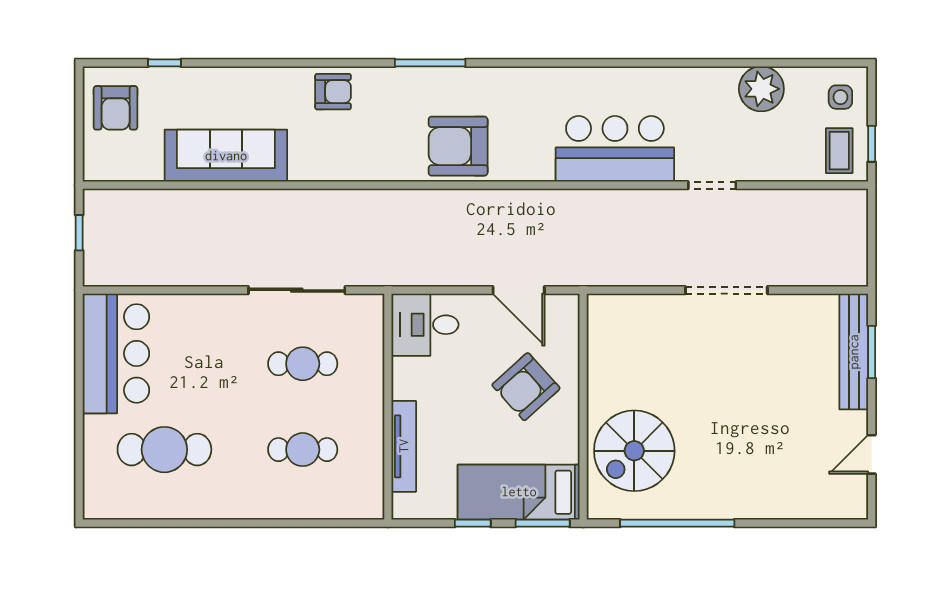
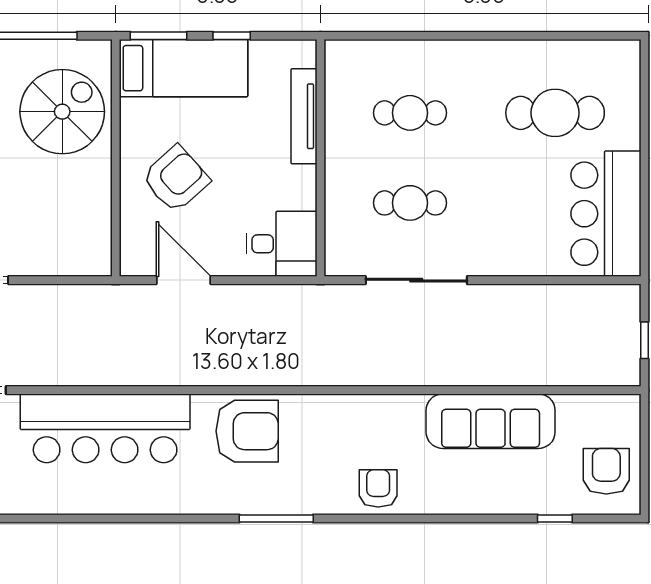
armchair: (333, 92) -> (378, 488), turned 90
bar counter: (615, 149) -> (105, 428), width x1.36

